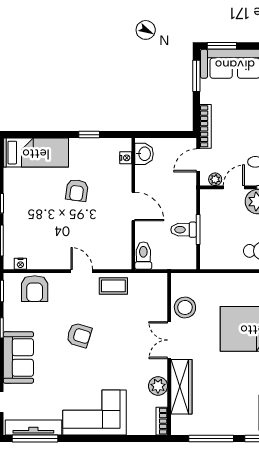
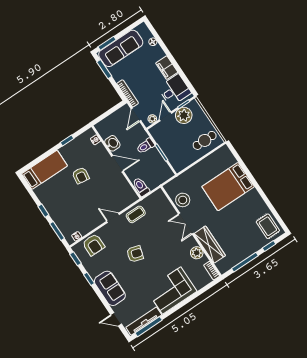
washbasin: (144, 154) -> (112, 143), moved
toilet: (184, 230) -> (145, 146), moved

